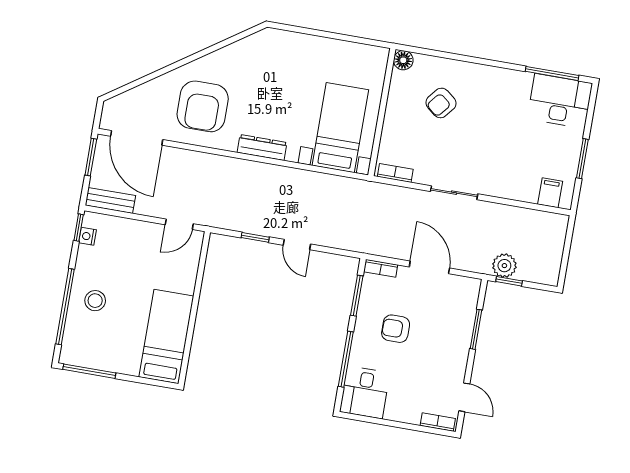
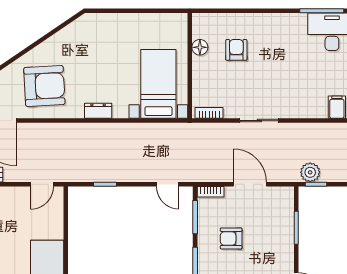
floor lamp: (403, 60) -> (200, 47), moved
armchair: (441, 103) -> (236, 50), turned 141
armchair: (203, 106) -> (44, 86), turned -93
dresser: (262, 147) -> (98, 111), width x0.70
door: (297, 245) -> (168, 184), moved

